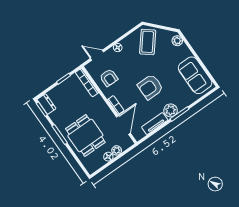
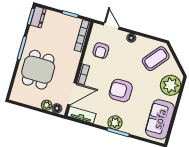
plant: (177, 41) -> (171, 85), width x1.88, depth x1.88
tv unit: (155, 124) -> (82, 115), moved
floor lamp: (108, 157) -> (57, 108), moved

